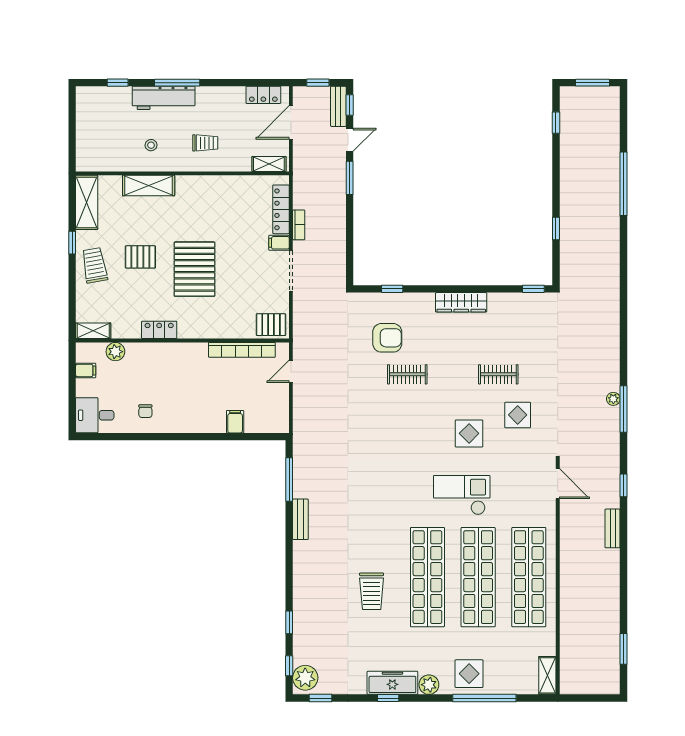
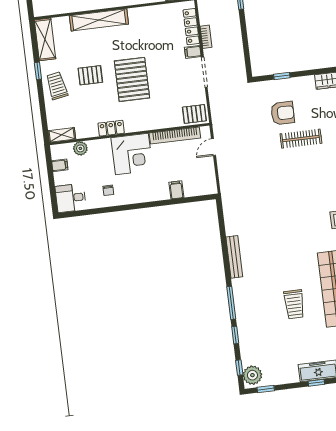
shelving: (149, 185) -> (99, 20), width x1.47
corner desk: (182, 367) -> (132, 154), added
clothes rail: (407, 374) -> (301, 139), width x1.36
window: (289, 479) -> (231, 303), moved
bench: (300, 519) -> (234, 257), width x1.36

